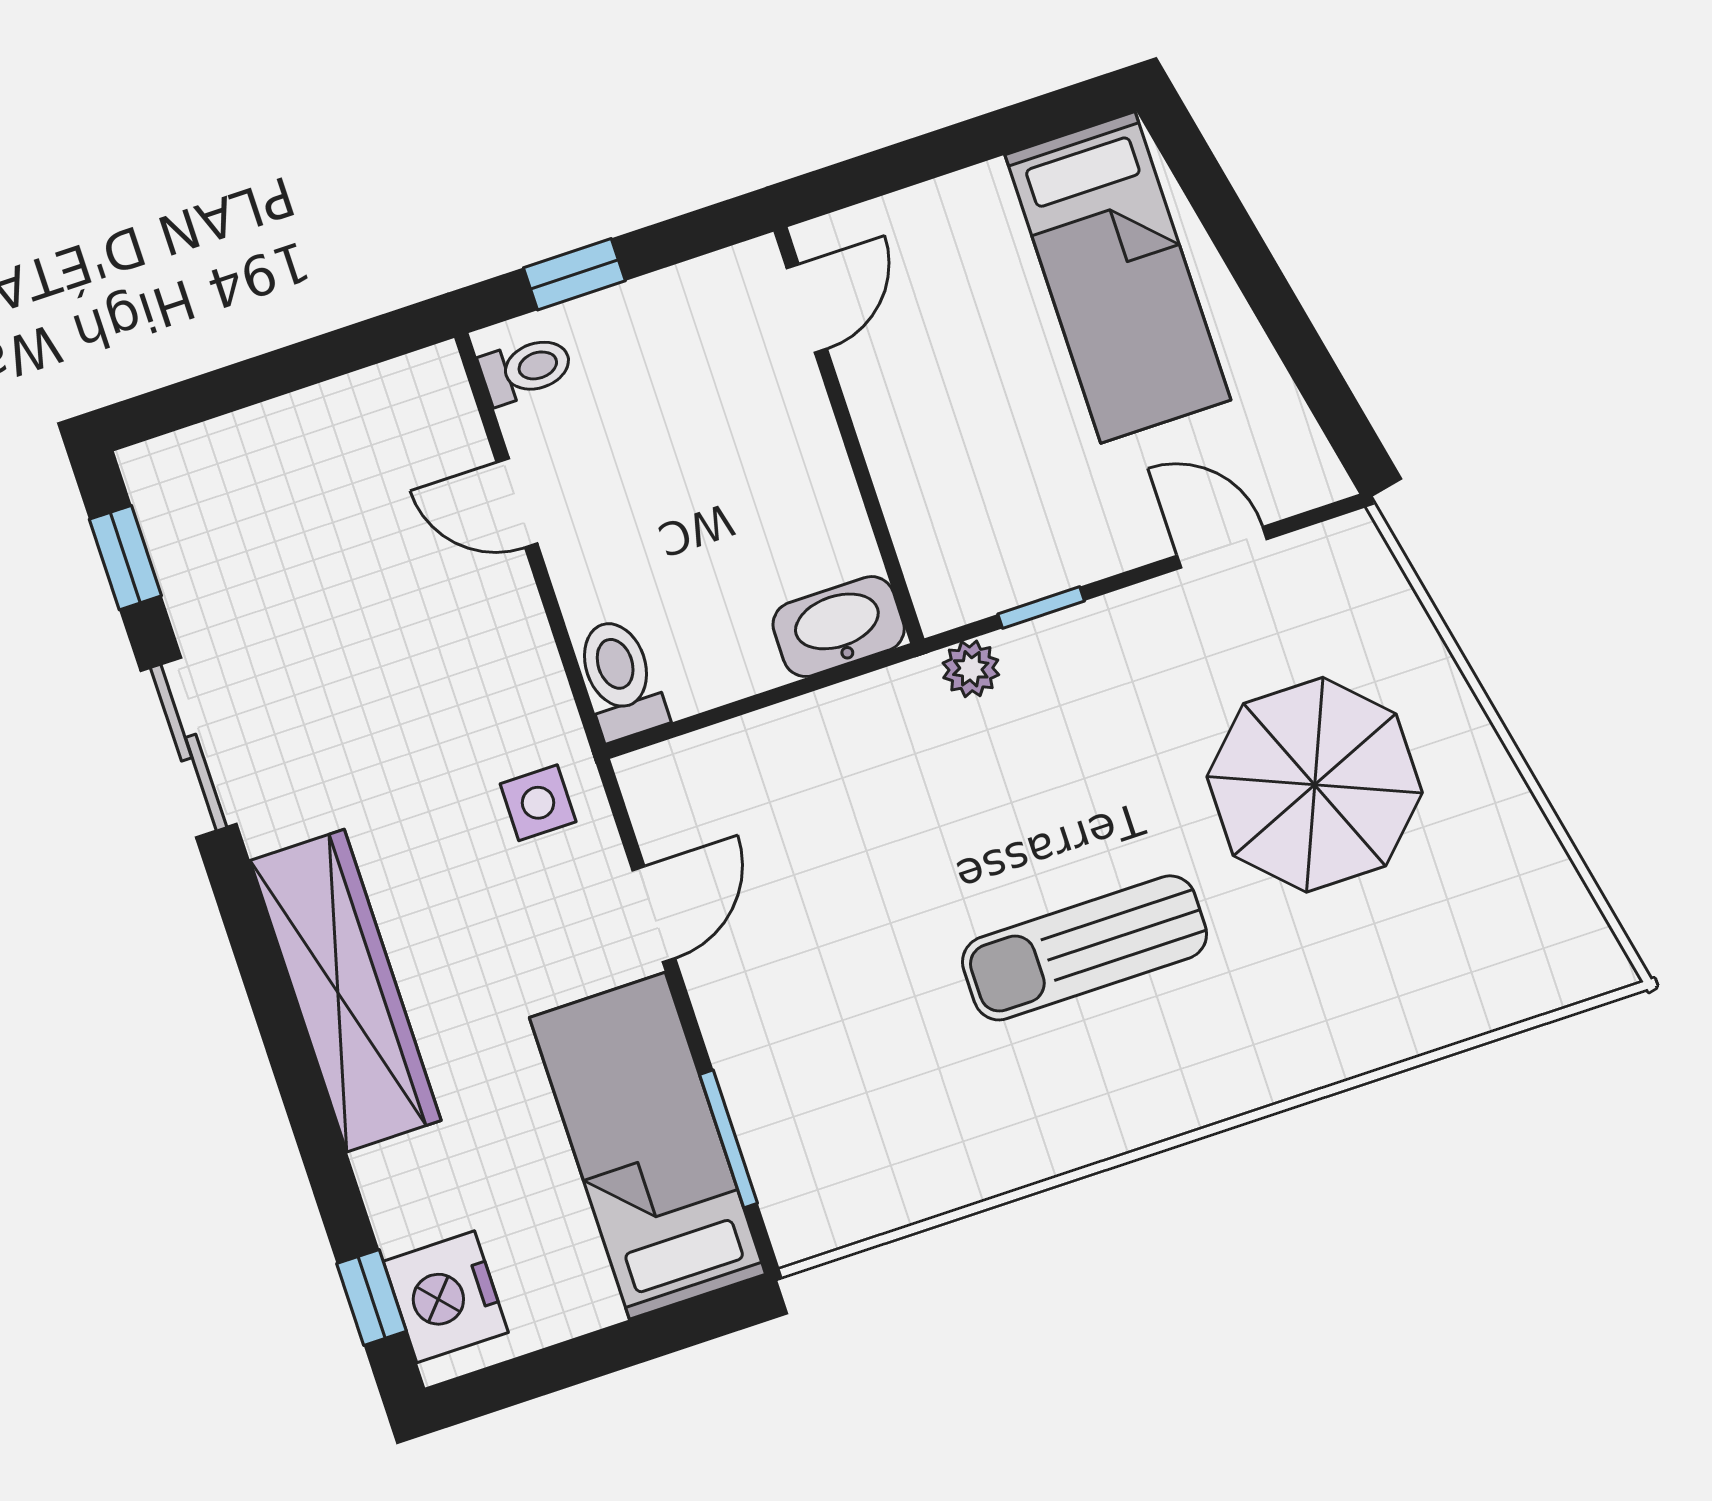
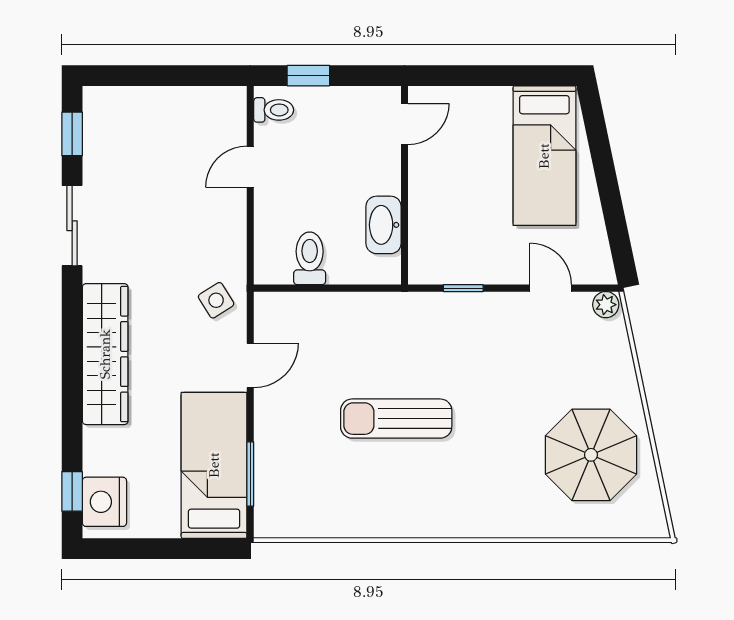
door: (517, 503) -> (250, 167), hinge flipped
washbasin: (839, 627) -> (384, 225), moved, turned -90
plant: (971, 669) -> (606, 305), moved
toilet: (620, 679) -> (310, 258), moved
parasol: (1315, 785) -> (591, 455), moved
side table: (538, 803) -> (216, 300), turned -32
sun lounger: (1085, 948) -> (396, 419), moved

